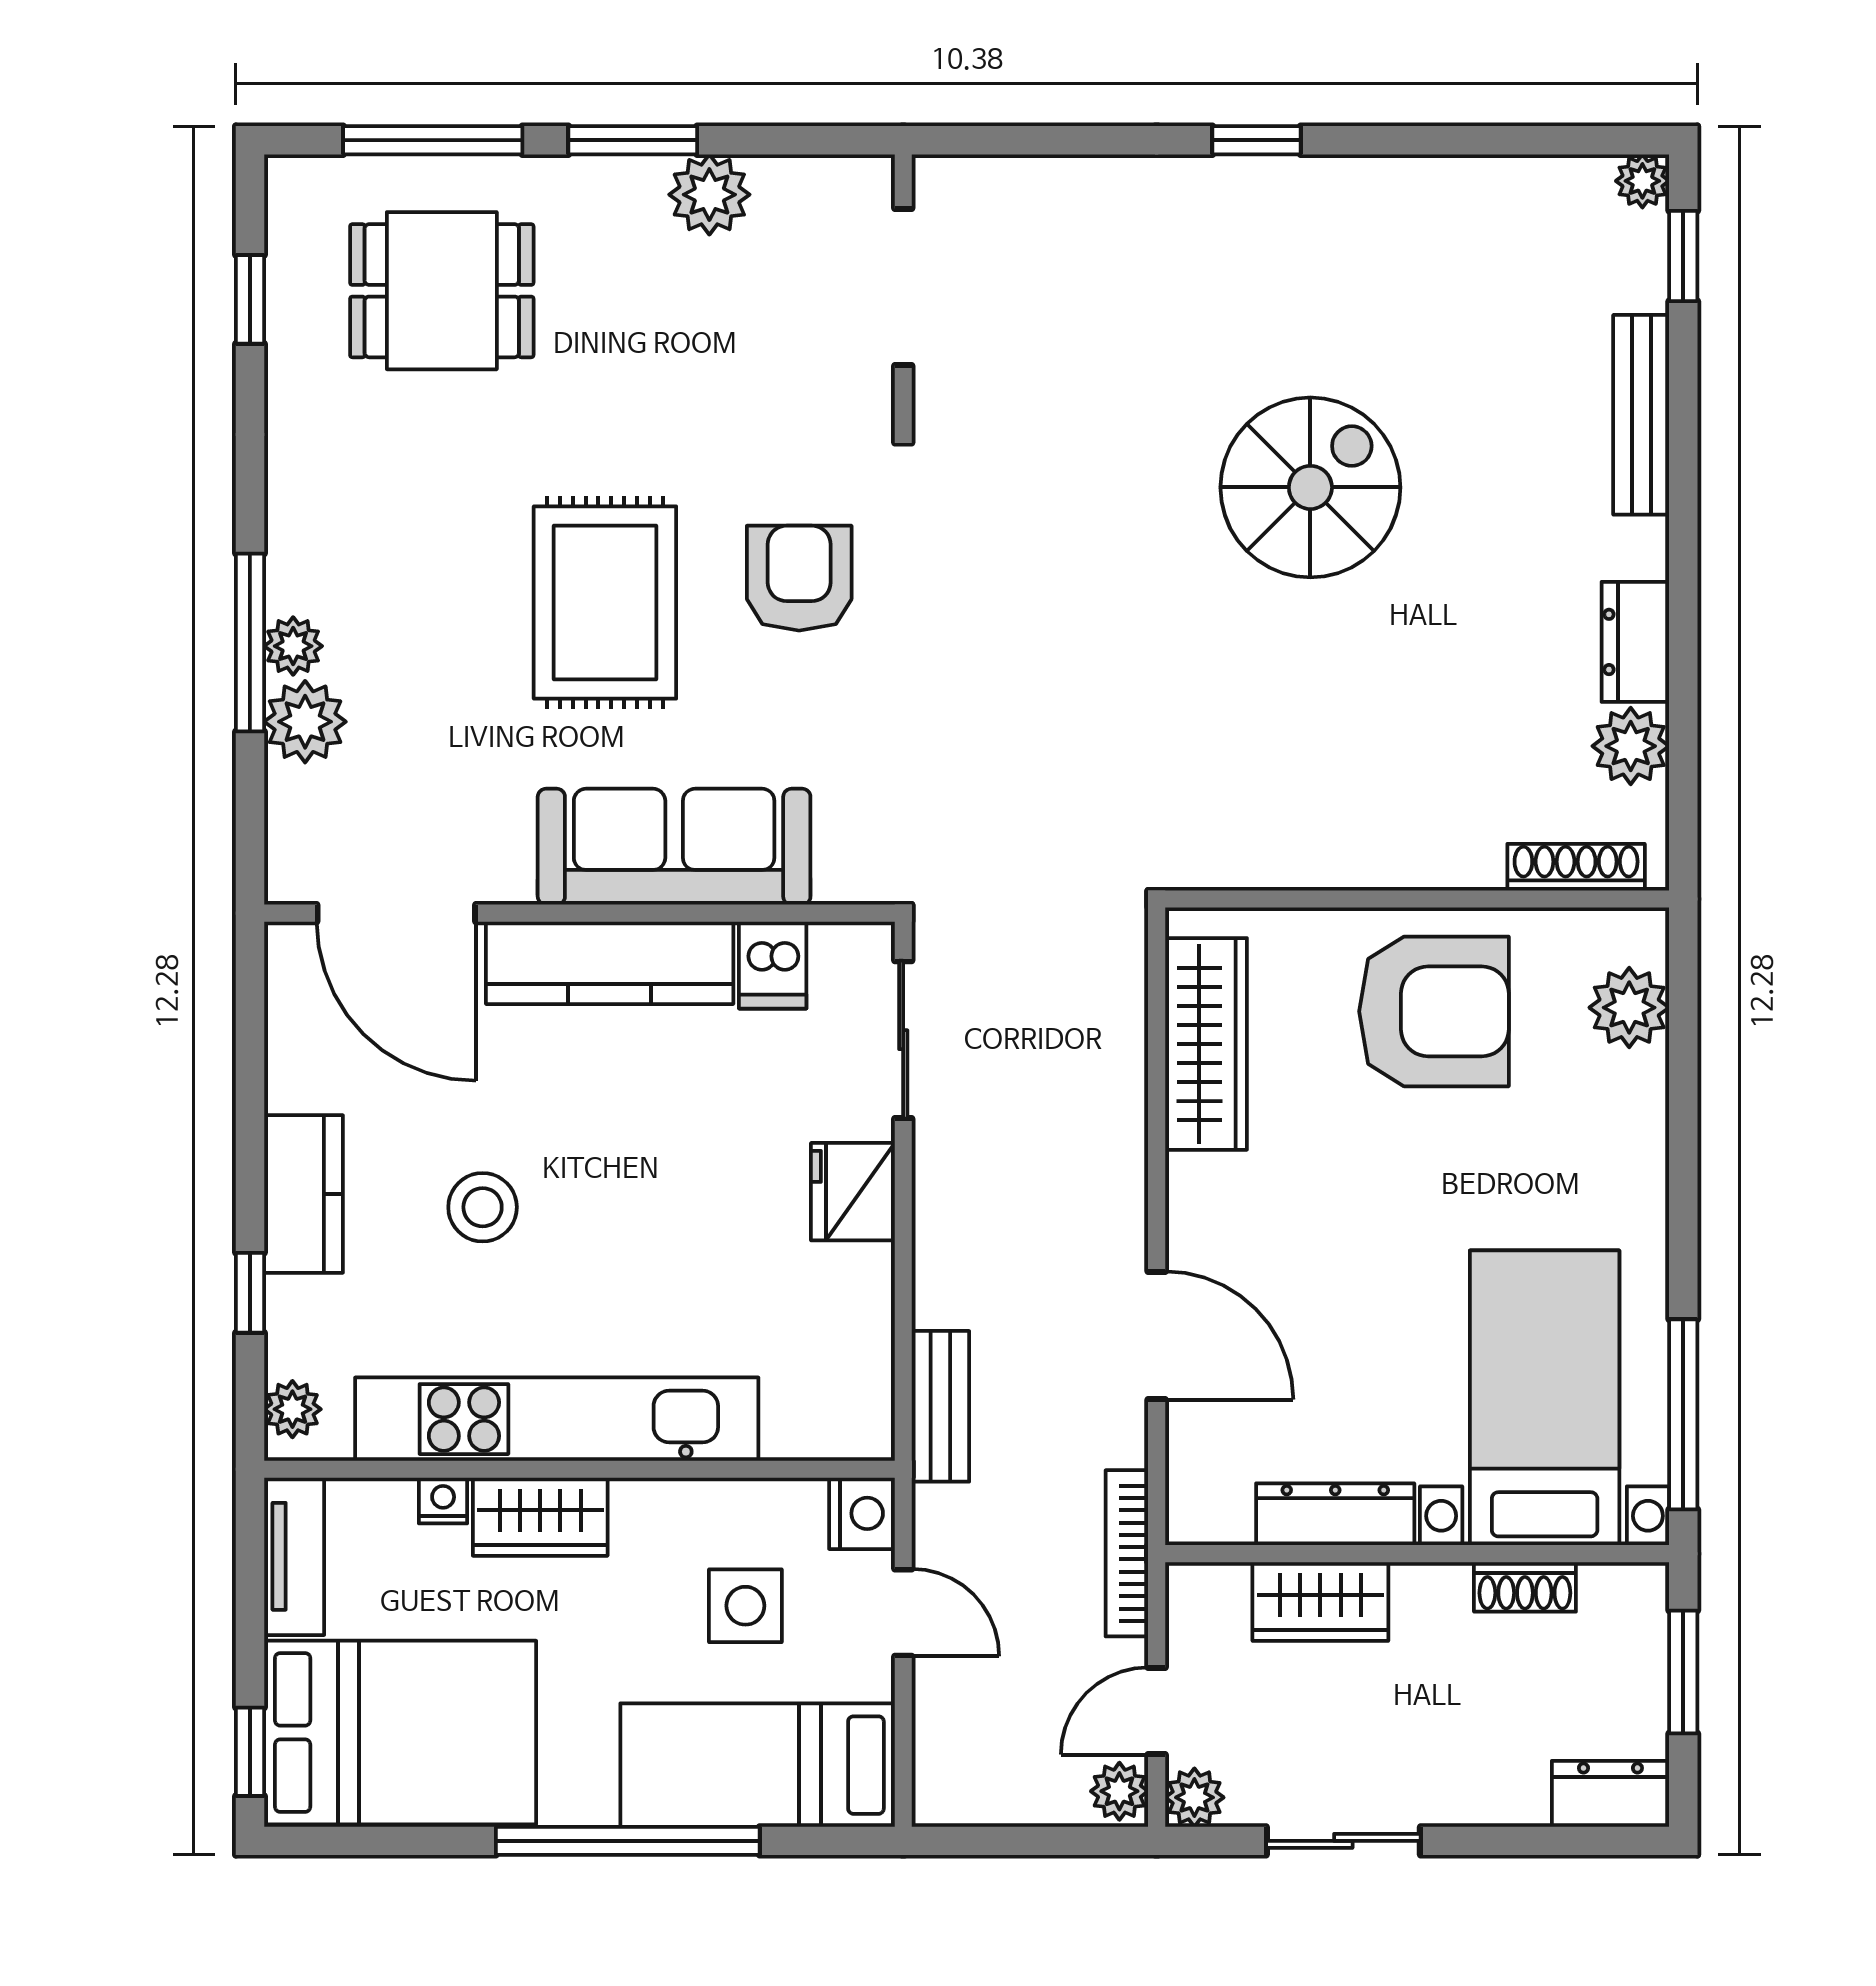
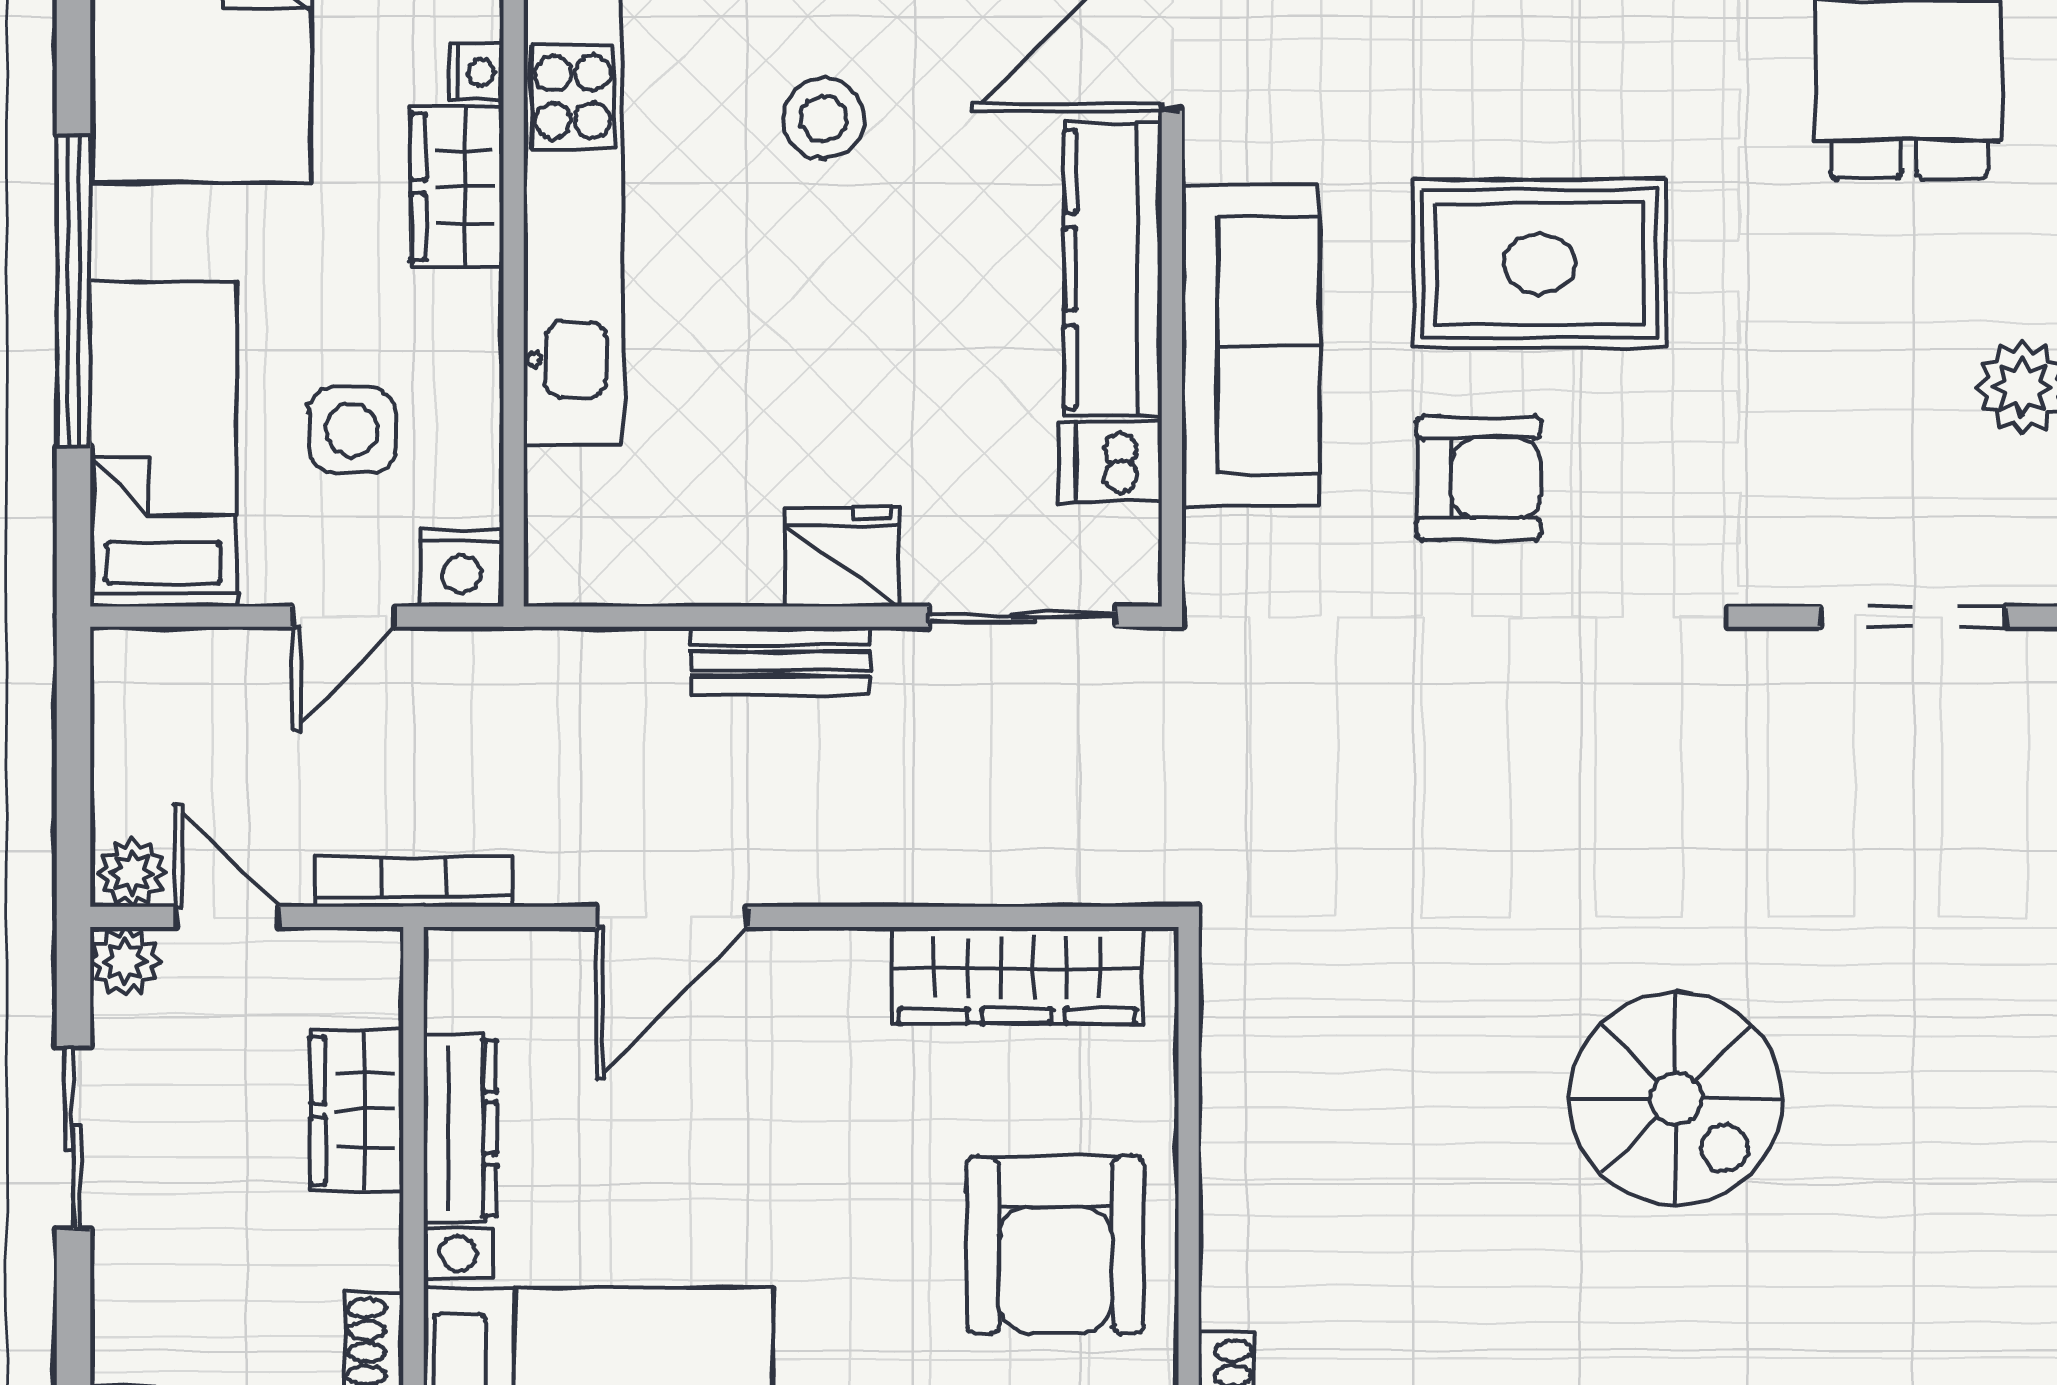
armchair: (799, 578) -> (1479, 478), moved
bench: (940, 1406) -> (780, 661), moved

